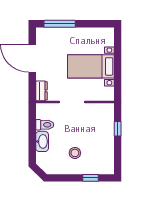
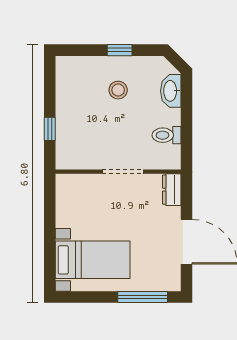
bed with nightstands: (91, 66) -> (93, 260), moved
washbasin: (42, 141) -> (171, 91), moved
window: (91, 178) -> (120, 50), moved

